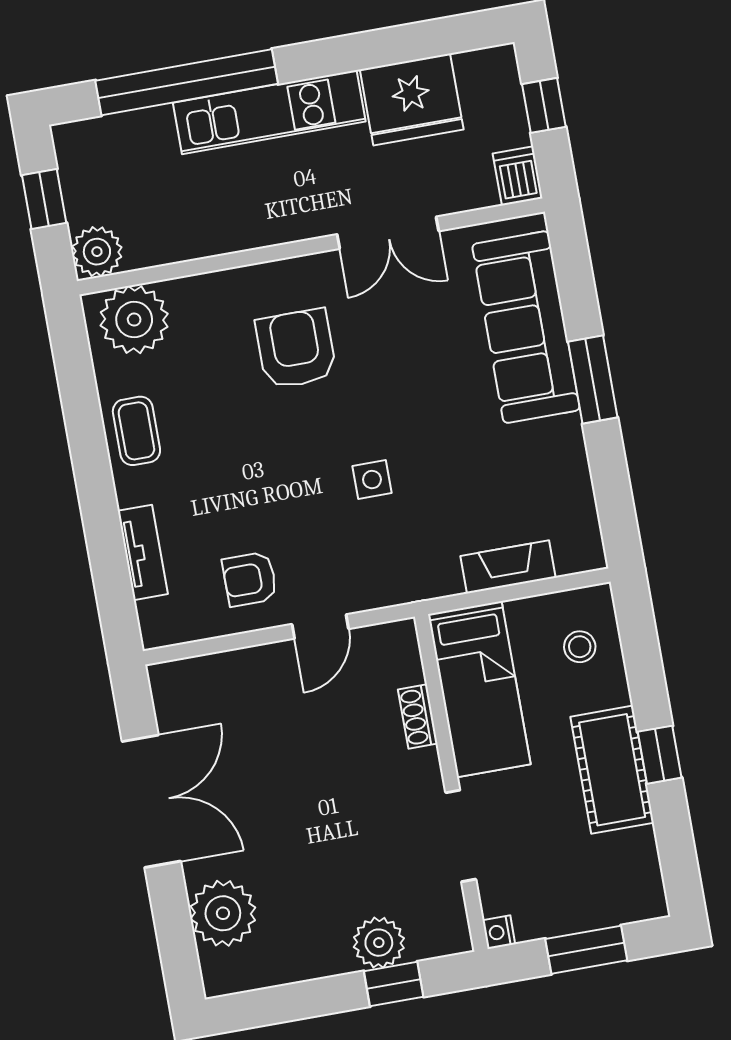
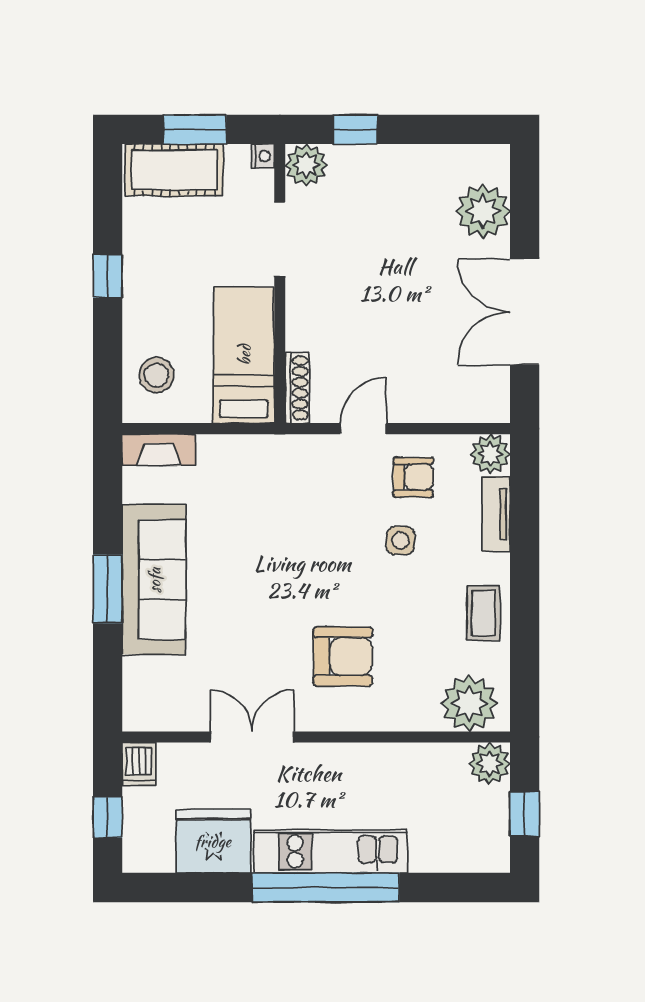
window: (187, 82) -> (326, 887), moved
sofa: (526, 327) -> (154, 580), moved
armchair: (296, 349) -> (343, 656), turned -90
side table: (372, 480) -> (400, 541), moved
fireplace: (508, 567) -> (159, 450), moved
plant: (162, 623) -> (490, 454), added
stool: (580, 647) -> (156, 375), width x1.37, depth x1.37
shoe rack: (418, 717) -> (297, 388), moved, width x1.43
cot: (612, 770) -> (174, 170), moved, turned 90
plant: (379, 943) -> (306, 165), moved

